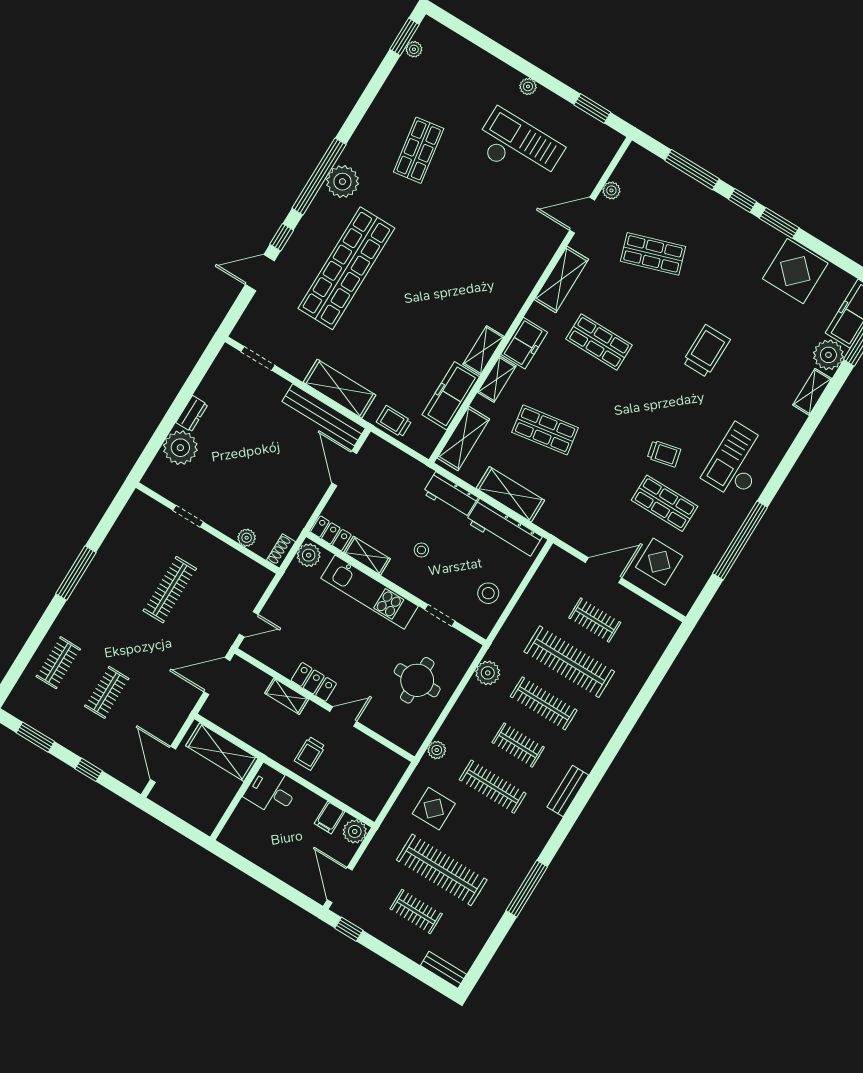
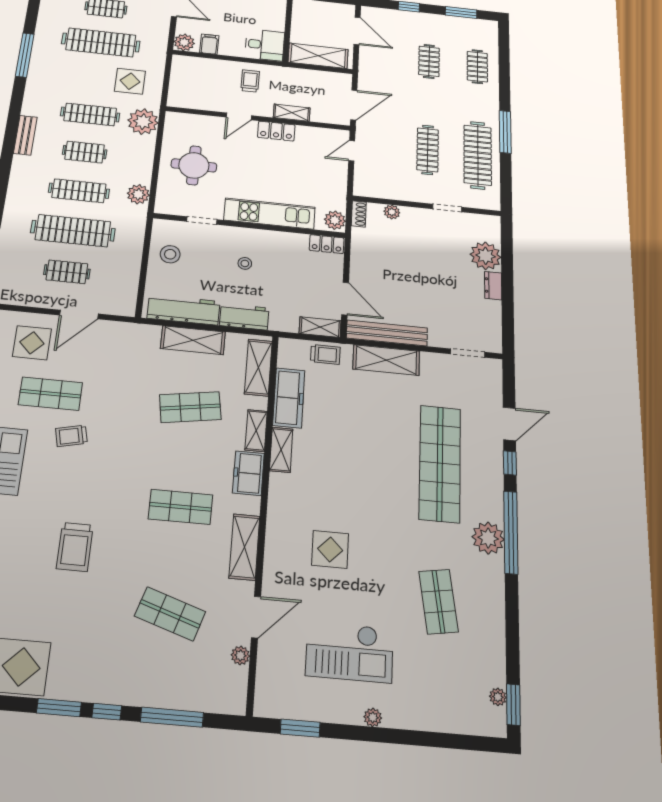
display table: (488, 241) -> (330, 549), added
shop shelf: (653, 254) -> (170, 614), turned 36
shelving: (367, 556) -> (320, 327), moved
clothes rail: (121, 560) -> (478, 155), added
plant: (437, 750) -> (143, 122), width x1.87, depth x1.87

